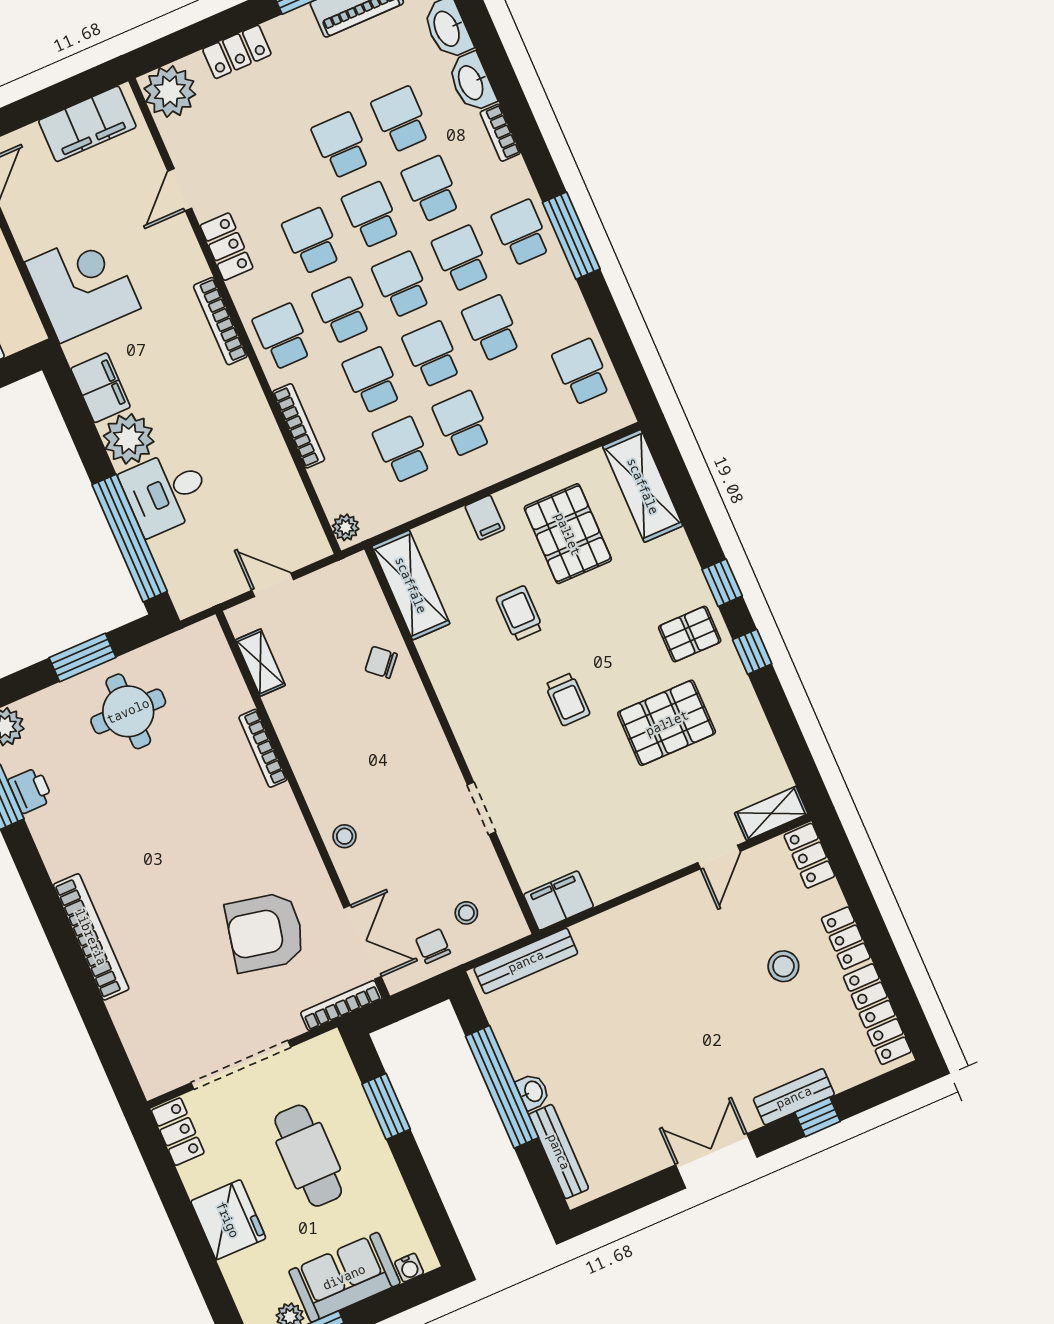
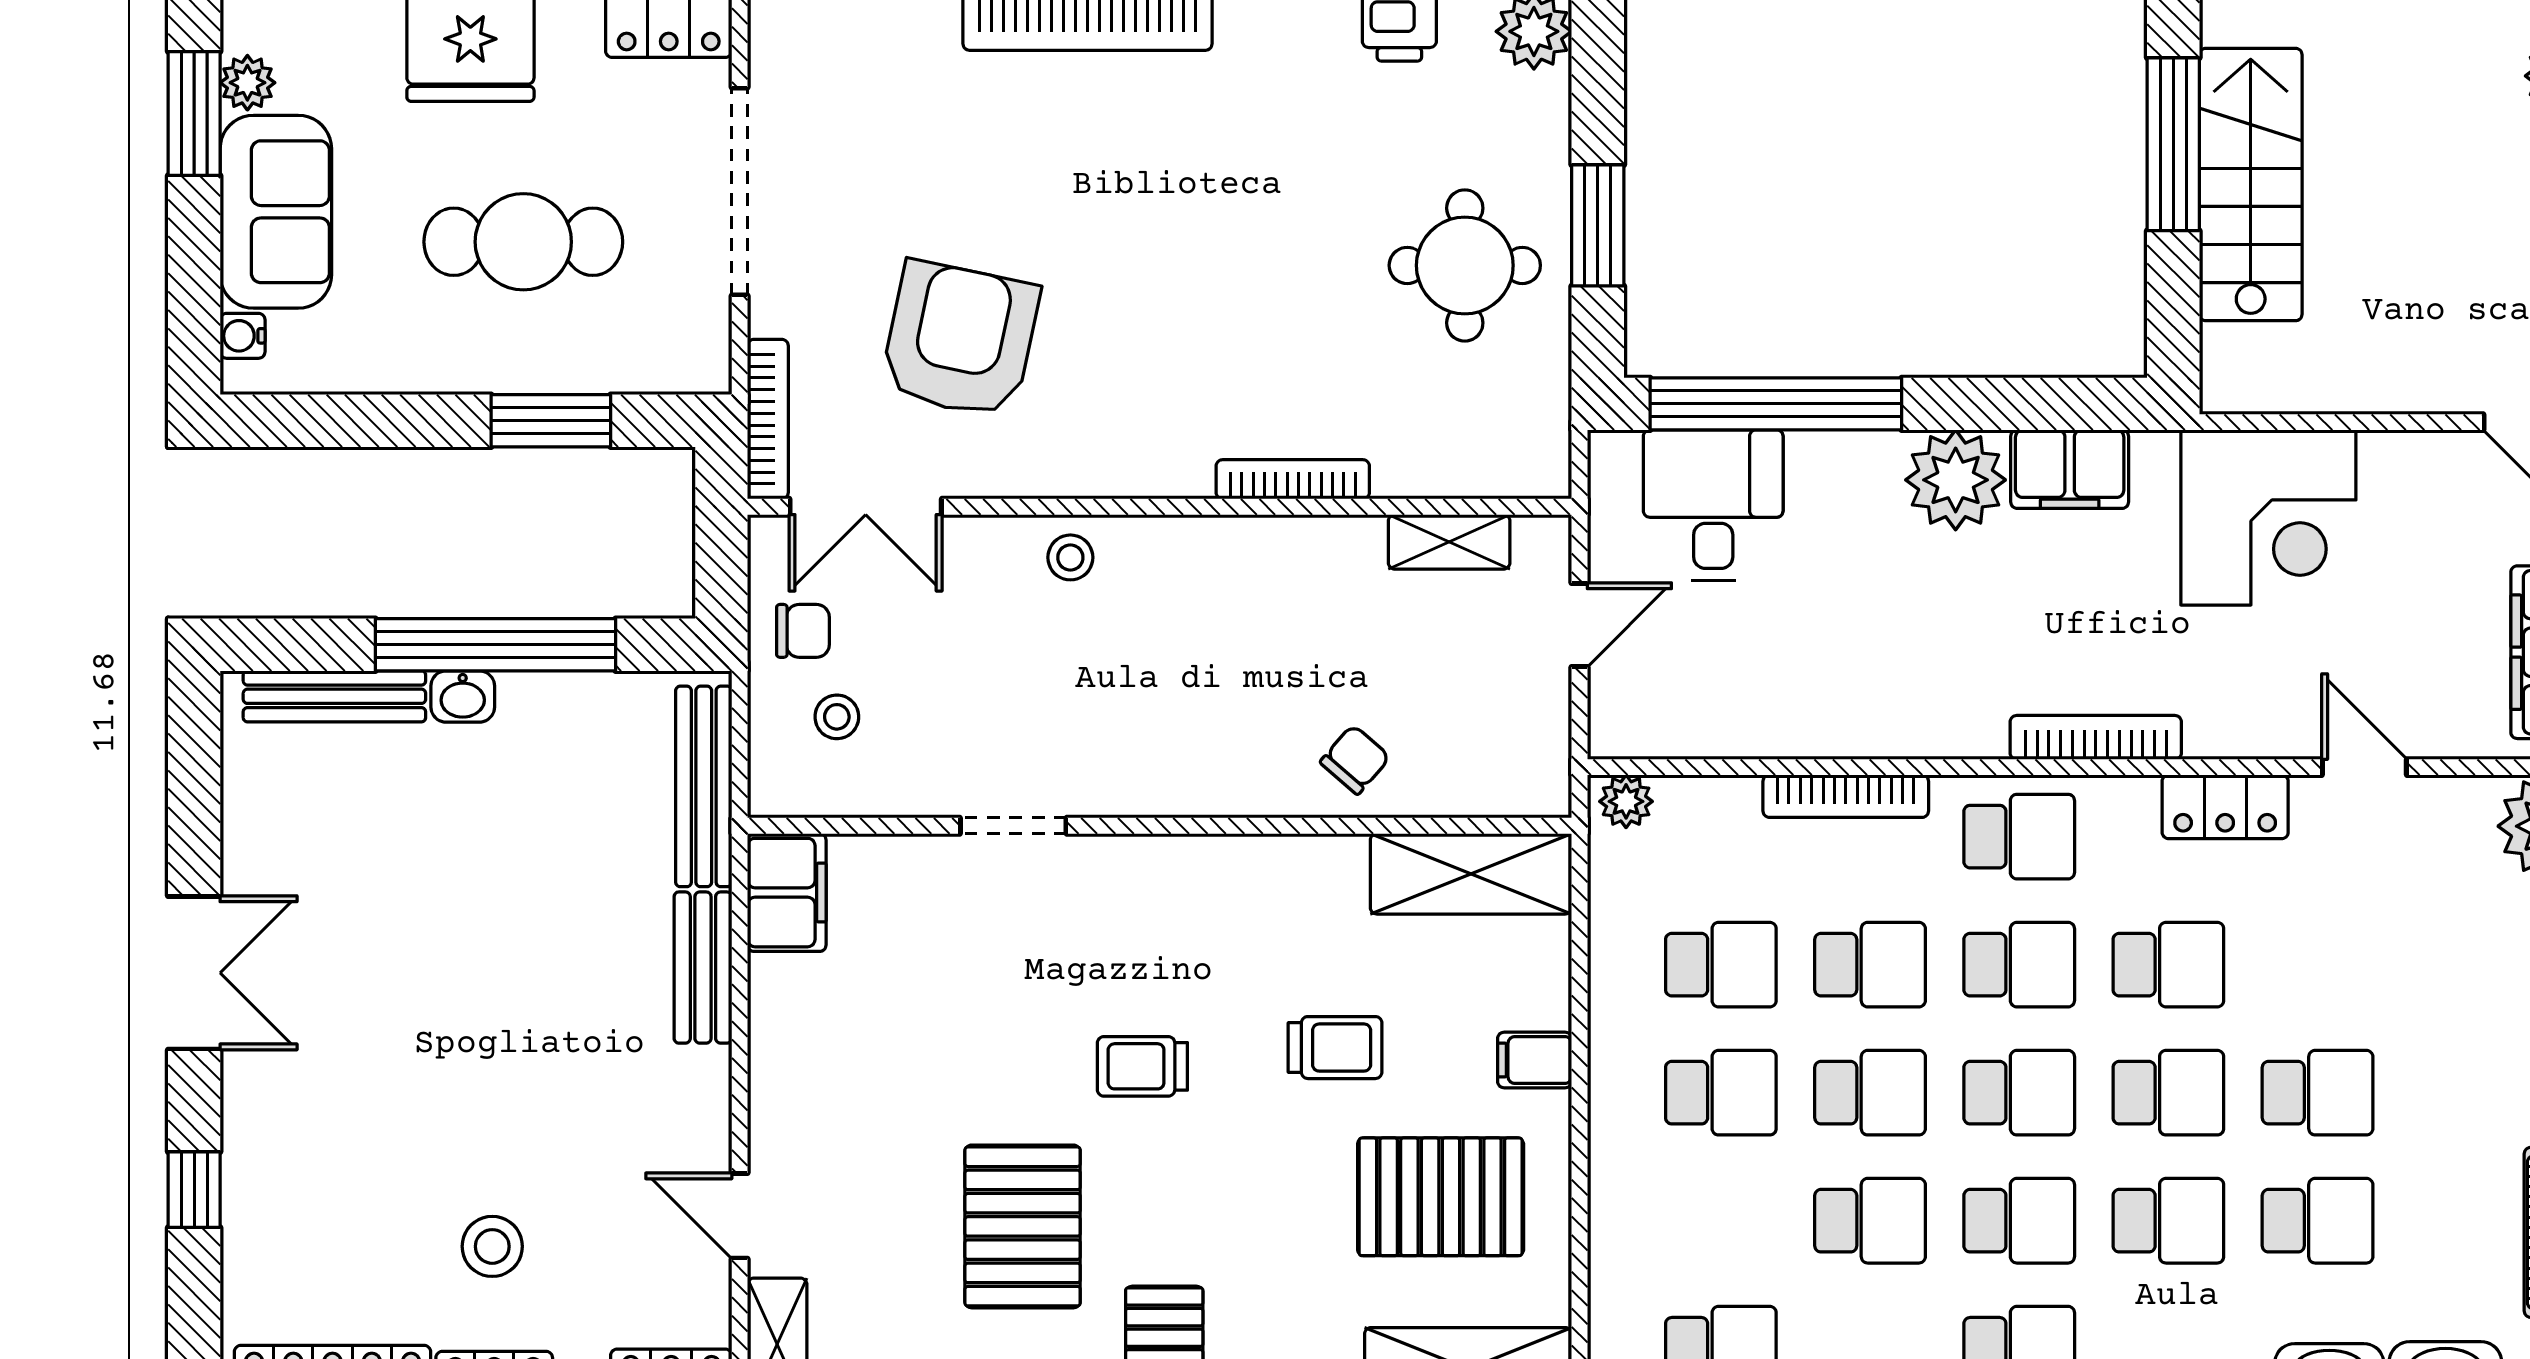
desk: (166, 492) -> (1713, 505), moved
bench: (794, 1097) -> (703, 968), moved

